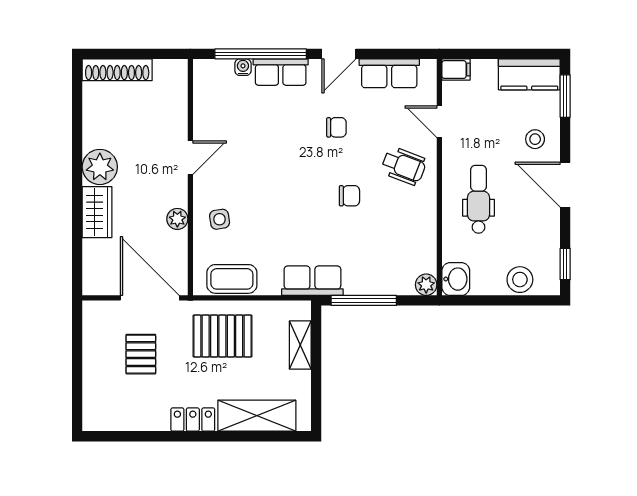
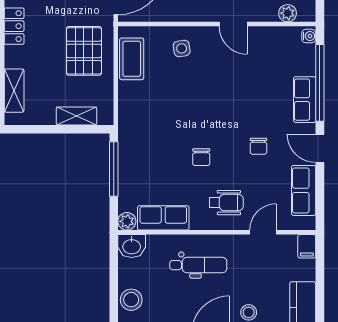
water cooler: (243, 67) -> (309, 36), moved
wheelchair: (404, 166) -> (226, 203), turned -111
plant: (177, 219) -> (288, 13), moved
row of seats: (312, 281) -> (163, 218), moved, turned -90
shelving: (257, 416) -> (14, 91), width x0.67, depth x0.75

